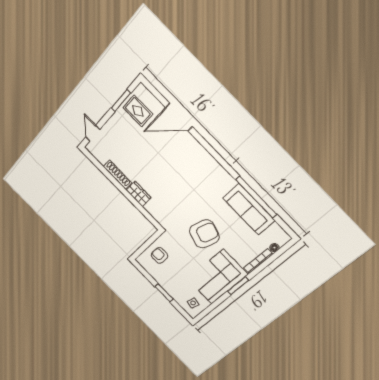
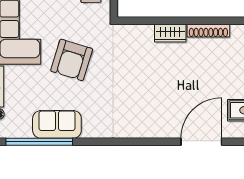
window: (256, 197) -> (39, 142), moved
sofa: (249, 209) -> (57, 124), width x0.73

